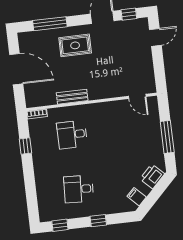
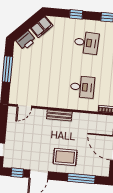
door: (137, 96) -> (24, 106), swing flipped
bench: (72, 97) -> (59, 115), moved
filing cabinet: (137, 197) -> (42, 27), width x2.00

